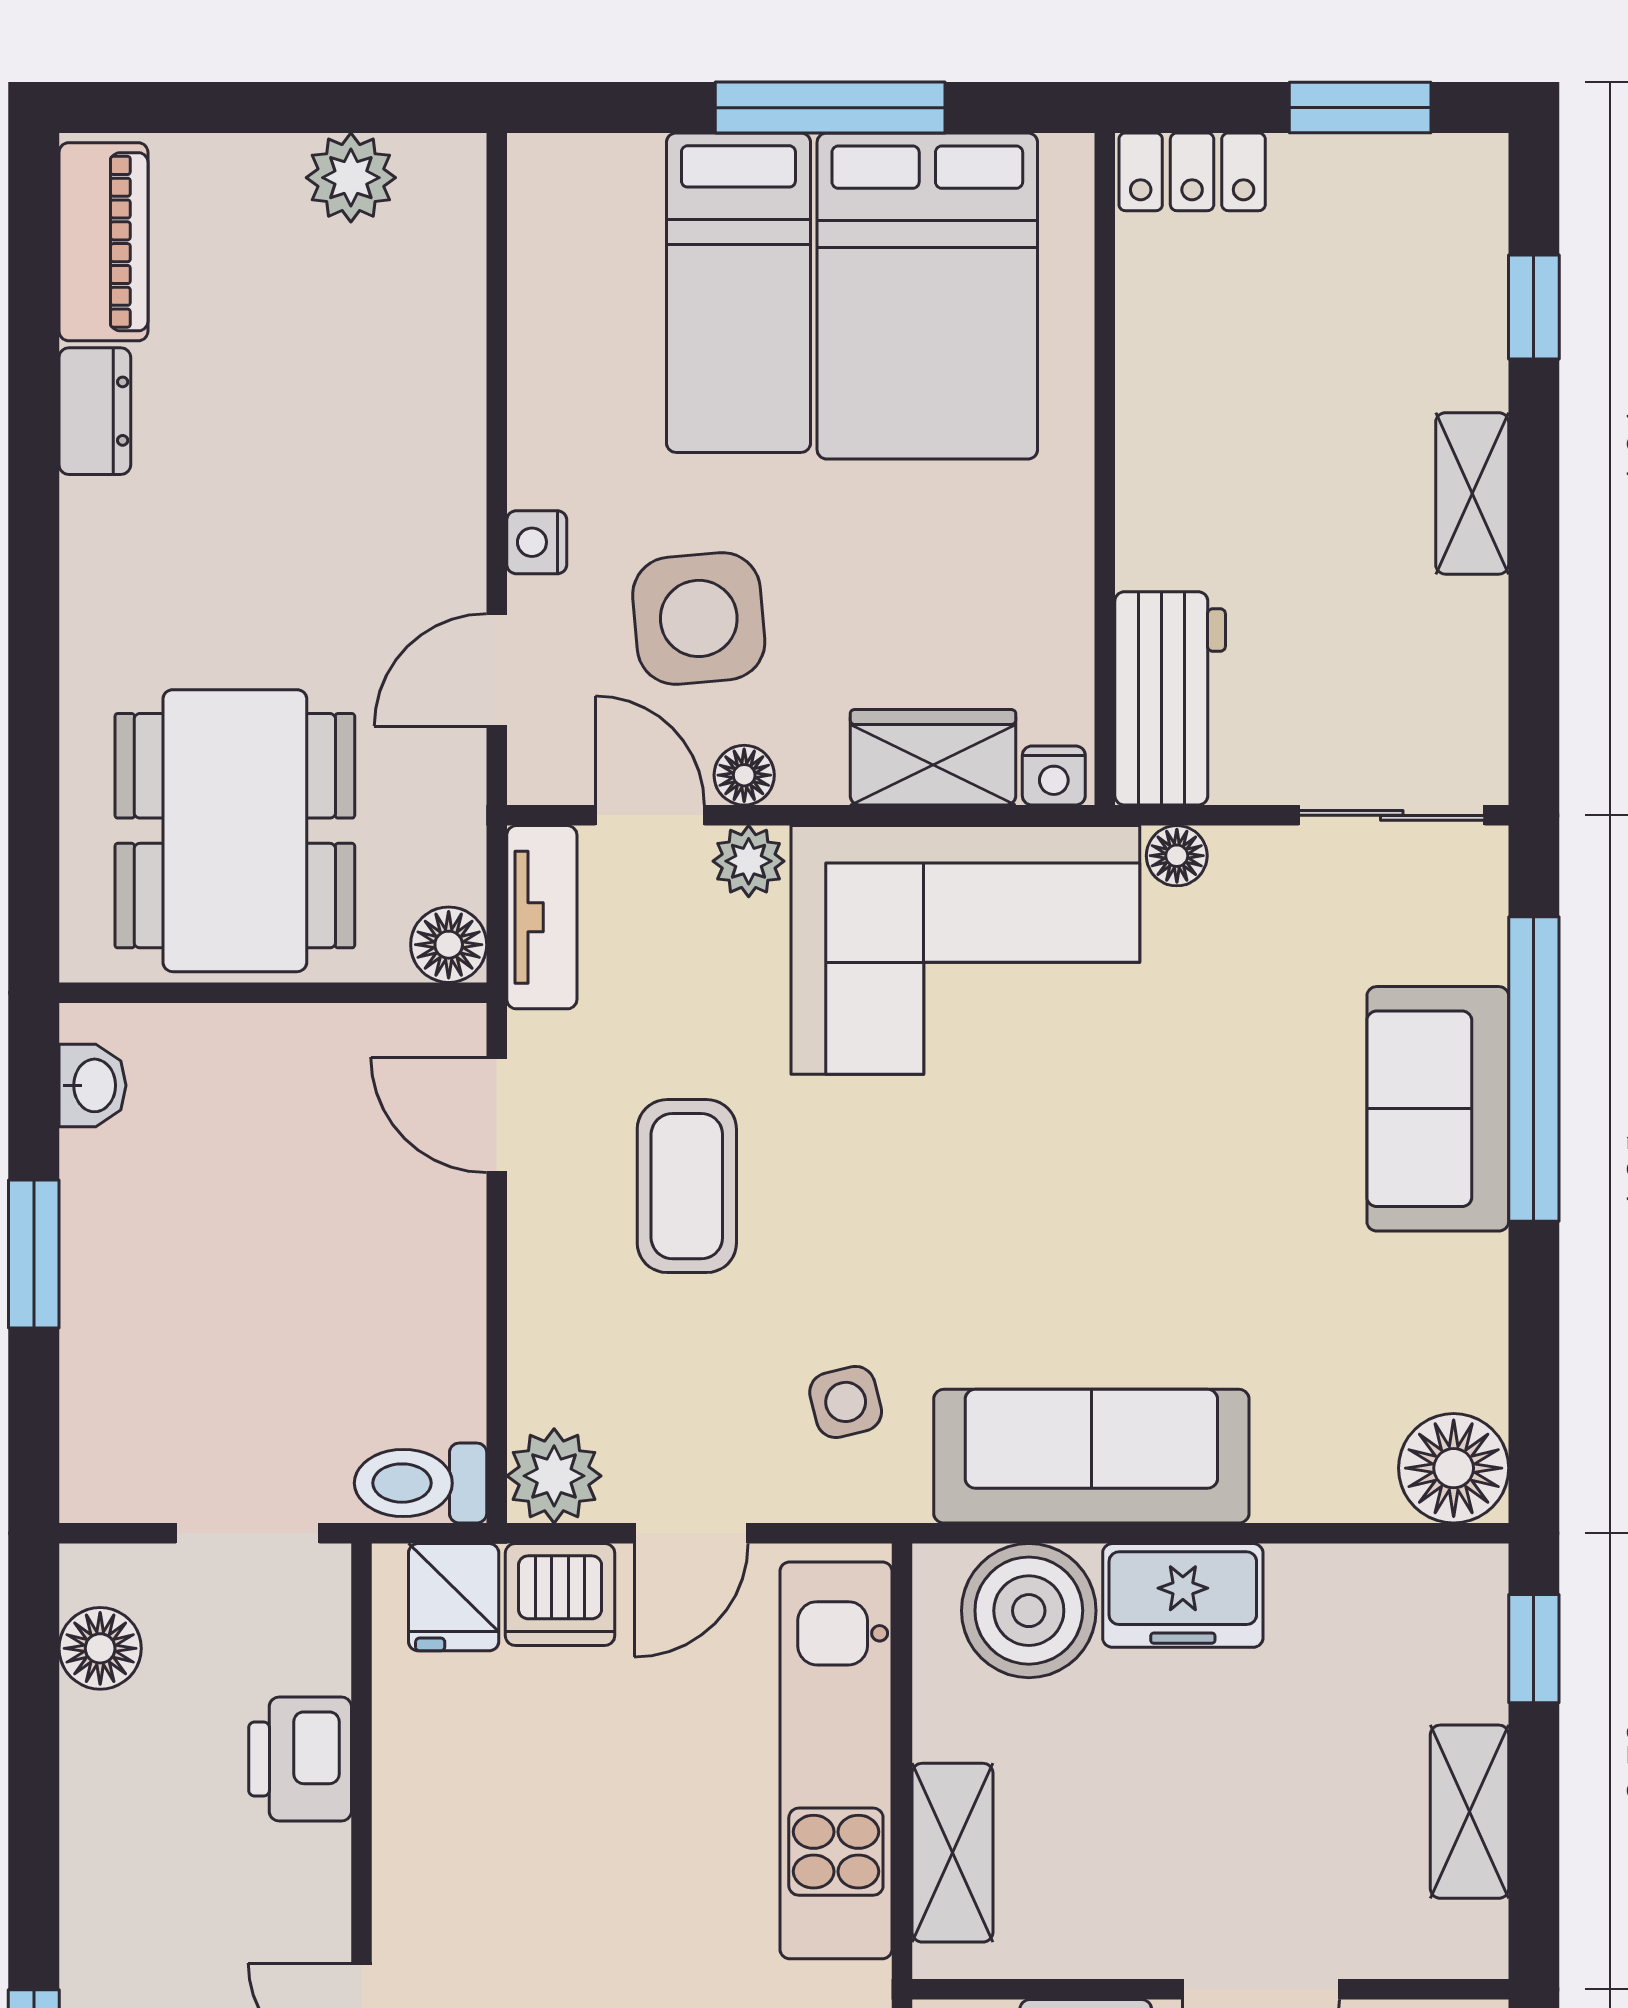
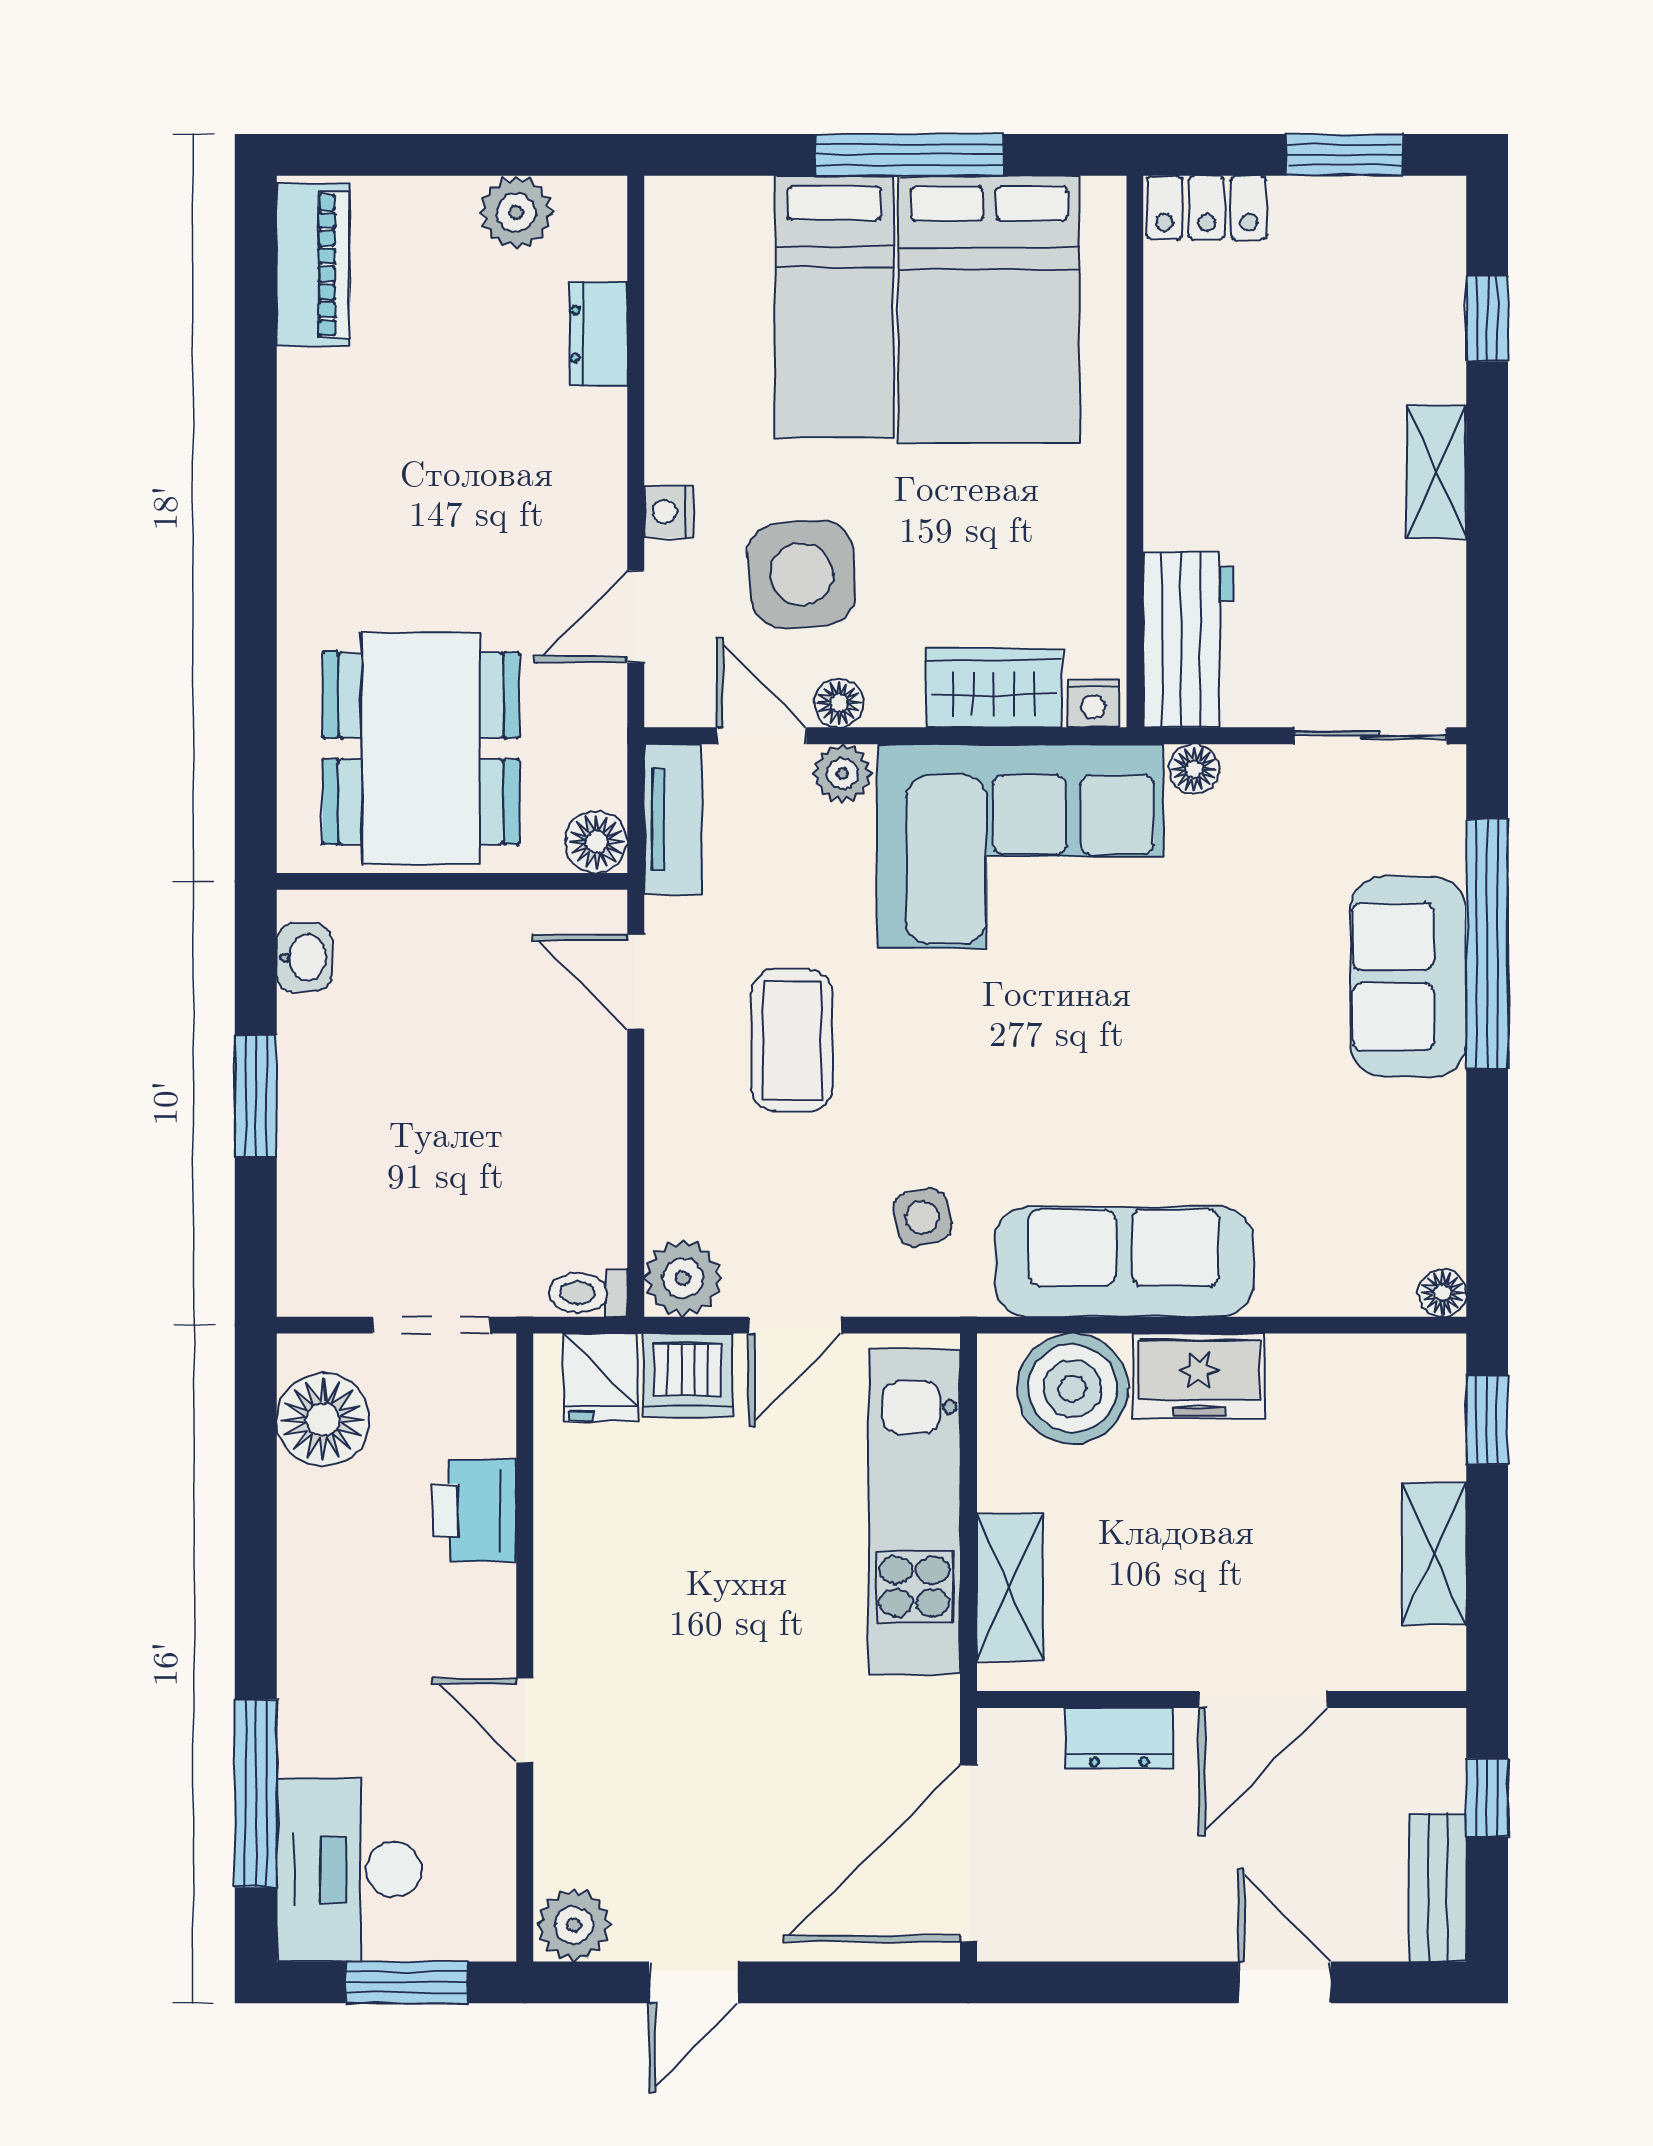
dresser: (95, 411) -> (598, 334), moved, turned 180
floor lamp: (1454, 1468) -> (1442, 1293), width x0.53, depth x0.53
toilet: (420, 1483) -> (588, 1293), width x0.73, depth x0.72
floor lamp: (100, 1648) -> (323, 1420), width x1.38, depth x1.38

